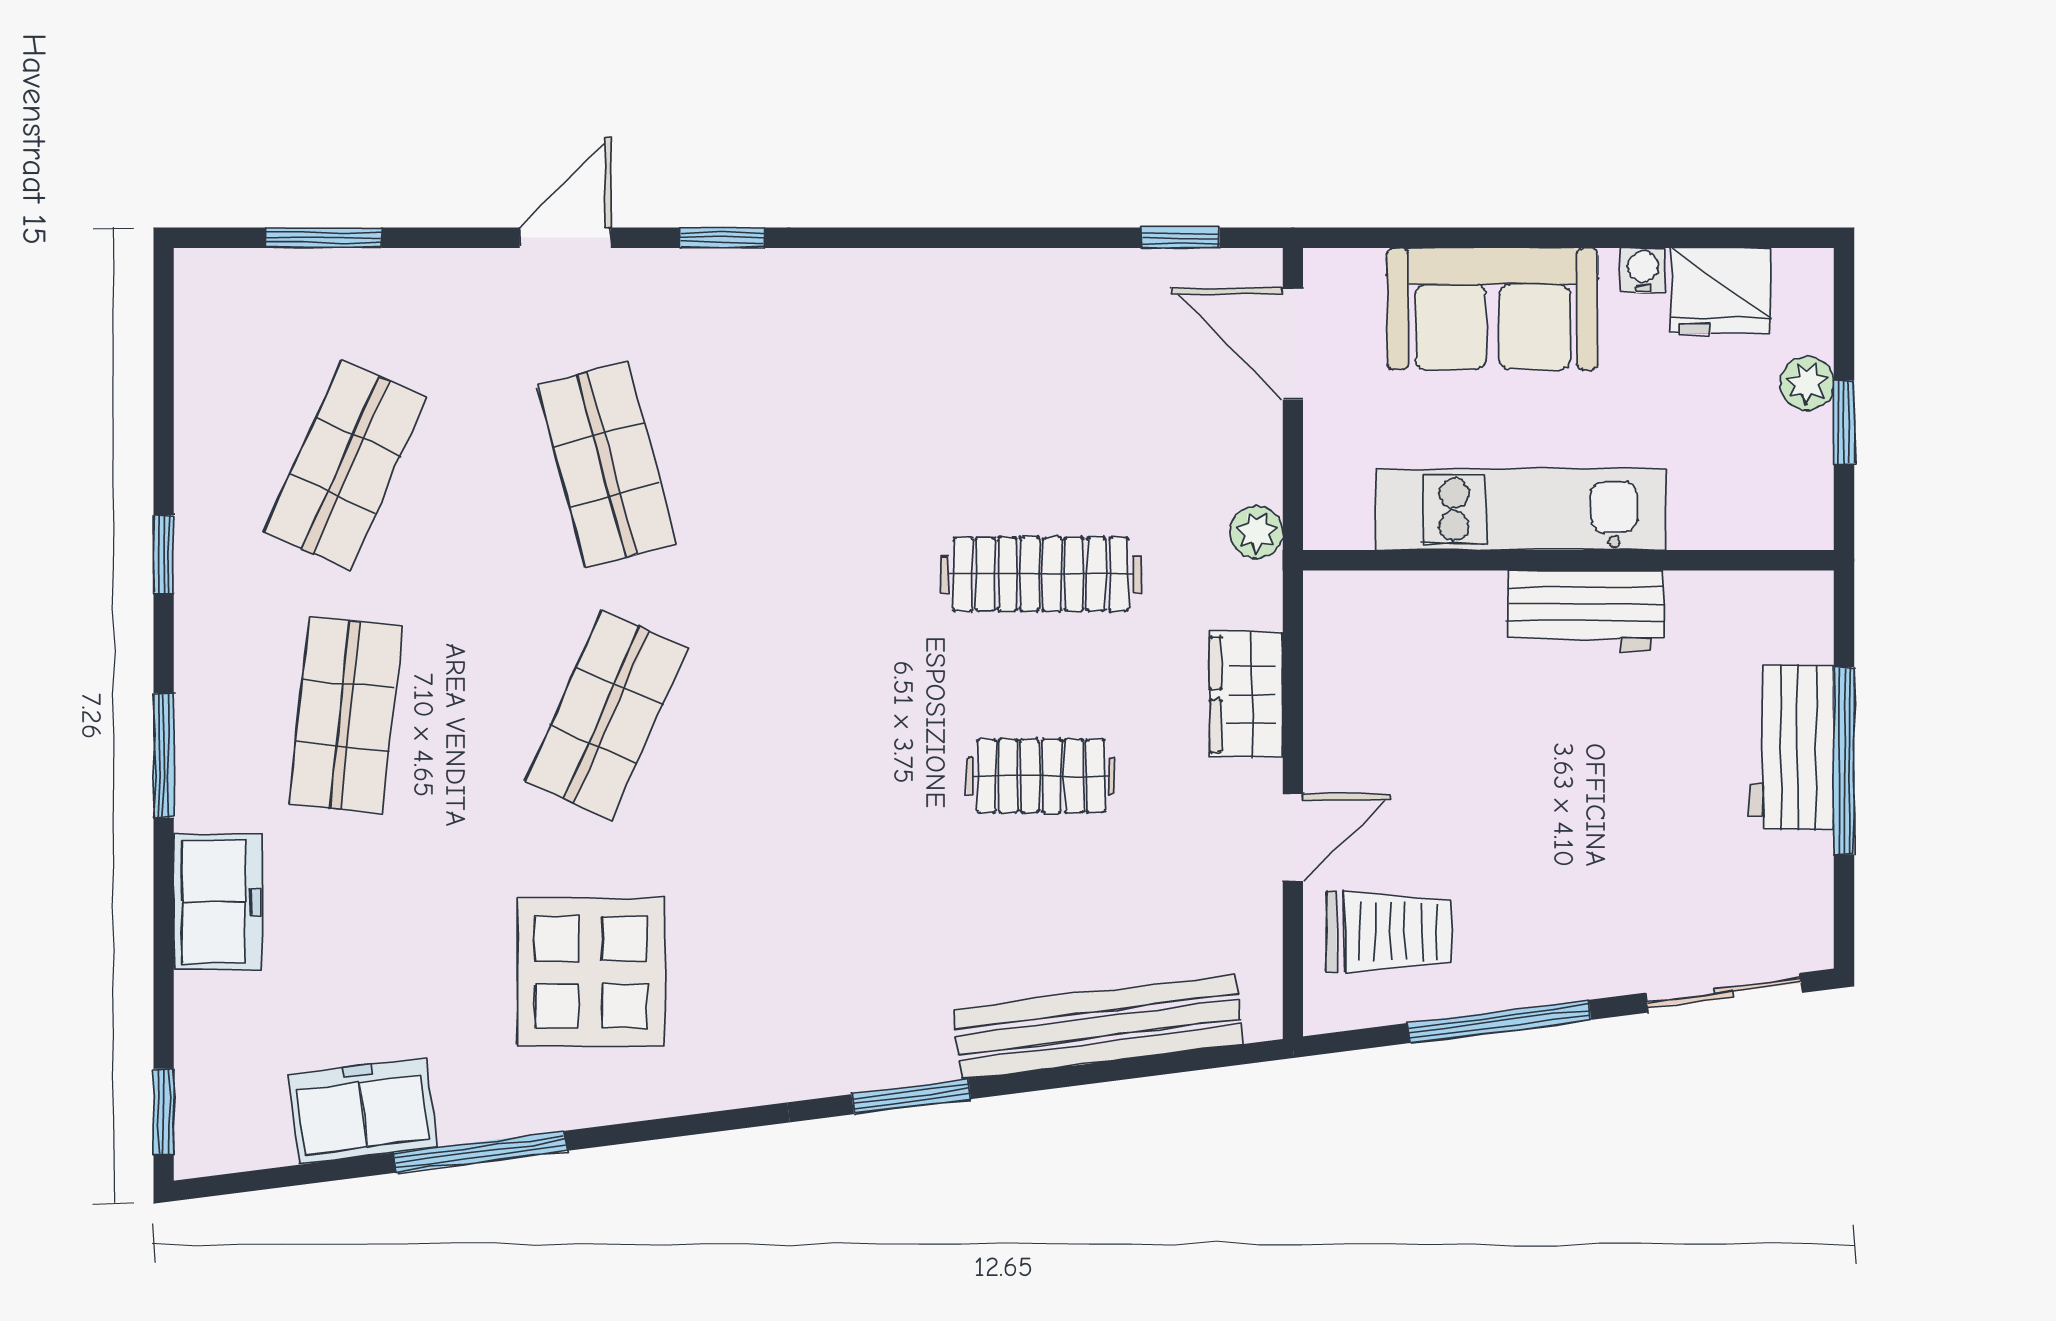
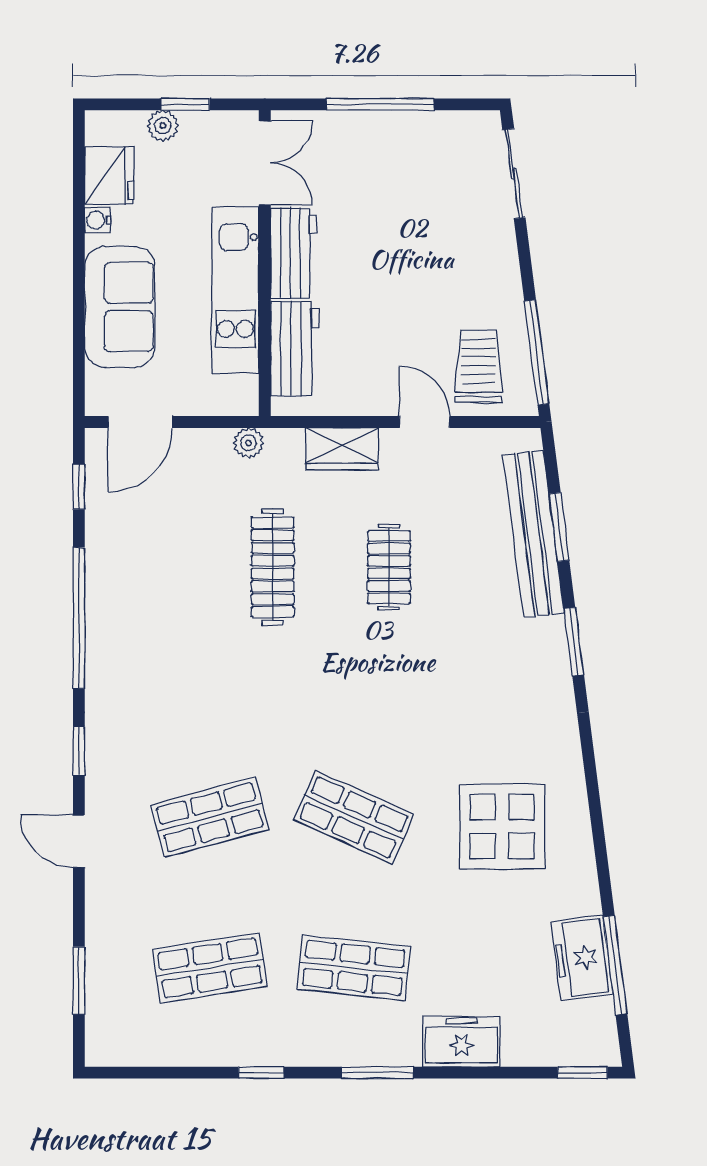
window: (953, 238) -> (79, 618), added
shop shelf: (345, 465) -> (210, 968), turned -33
double door: (1743, 560) -> (265, 163), added
workbench: (1792, 748) -> (295, 349), moved, turned -90
window: (1500, 1021) -> (537, 352), moved
window: (1111, 1071) -> (559, 527), added
window: (480, 1152) -> (615, 965), moved

